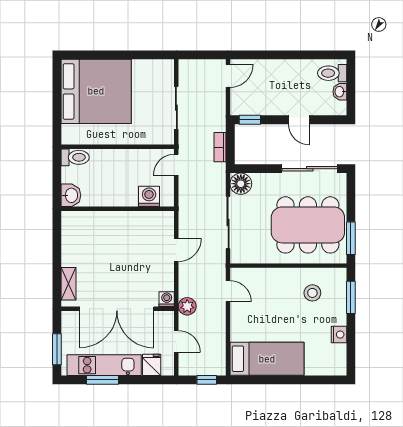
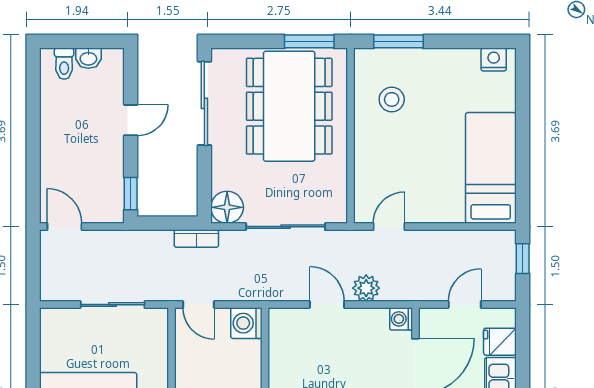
toilet: (332, 73) -> (64, 64), width x0.73, depth x0.72
bookcase: (220, 147) -> (196, 239), moved
washing machine: (149, 196) -> (246, 323), moved
plant: (187, 306) -> (366, 288), moved
nightstand: (339, 335) -> (494, 60), moved

